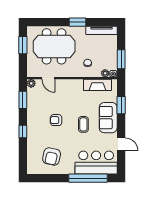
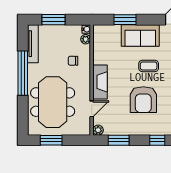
window: (78, 22) -> (23, 73), width x2.11
window: (121, 59) -> (53, 20), moved
fireplace: (97, 85) -> (100, 82), moved
armchair: (56, 120) -> (143, 100), width x1.88, depth x1.88

